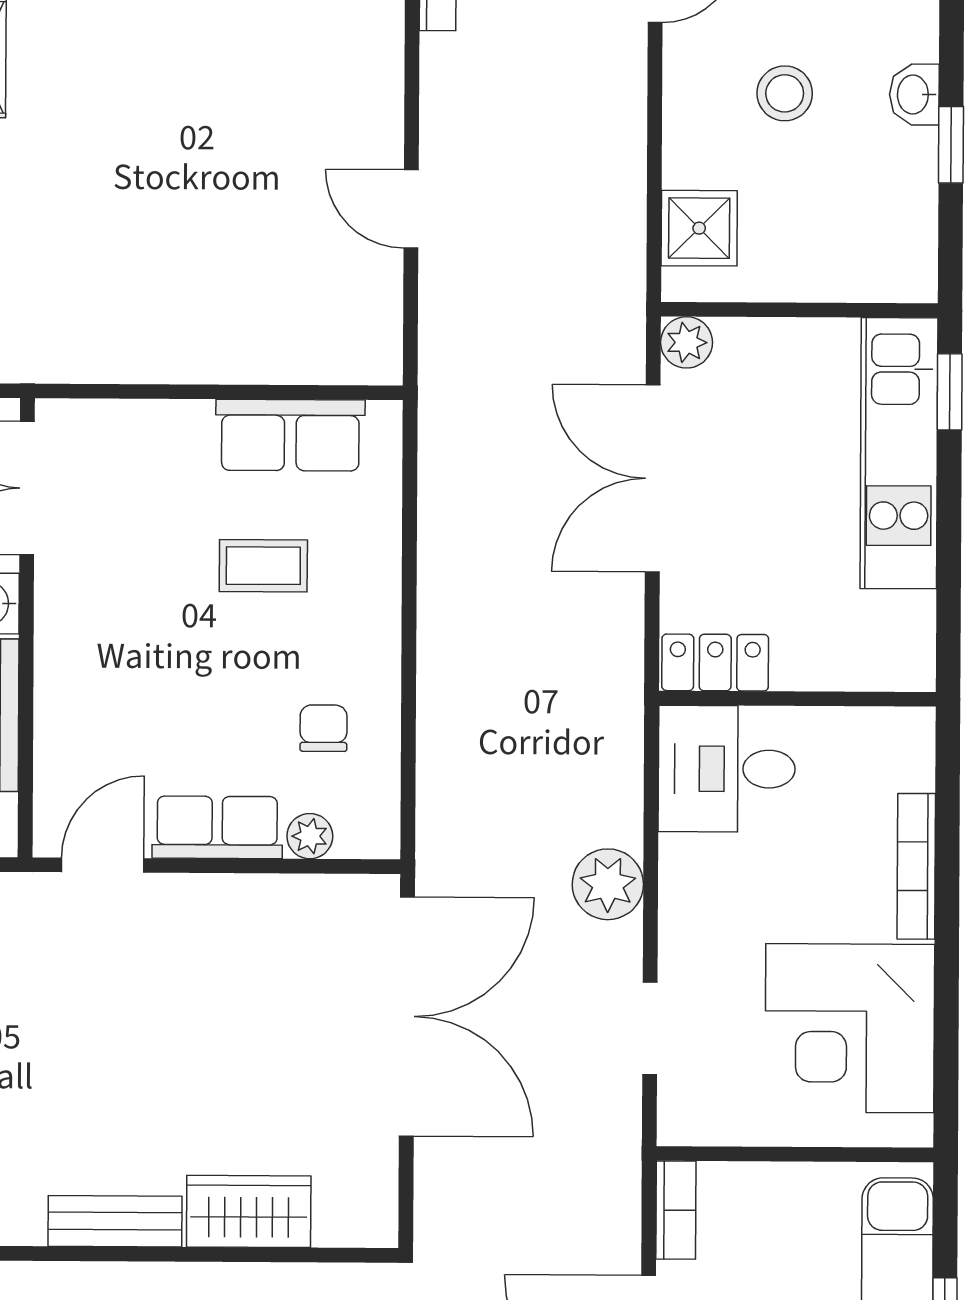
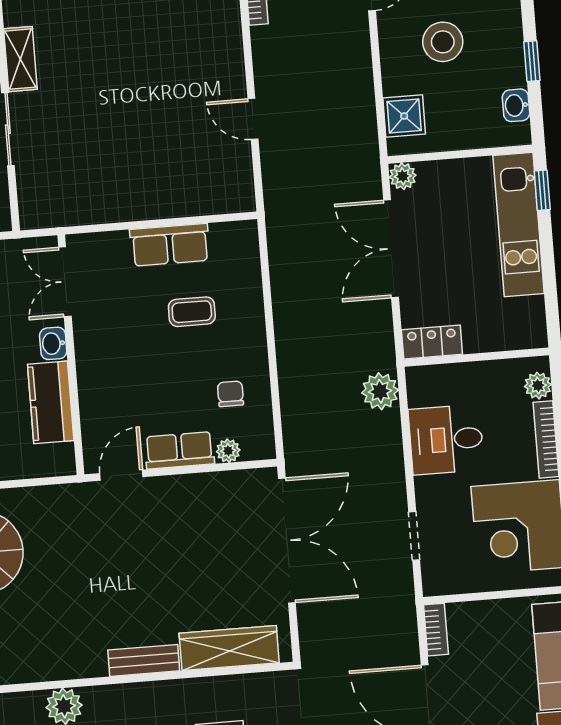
stool: (785, 93) -> (443, 42), width x1.38, depth x1.38
washbasin: (914, 95) -> (516, 105), moved
row of seats: (290, 435) -> (170, 245), moved
plant: (910, 763) -> (538, 386), added
desk: (727, 769) -> (446, 440), moved
plant: (608, 884) -> (380, 391), moved
wardrobe: (249, 1211) -> (229, 648), width x1.50

